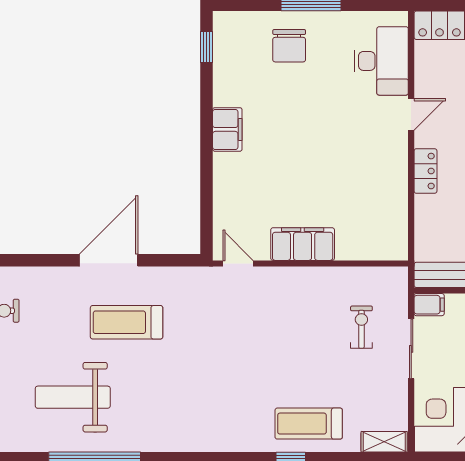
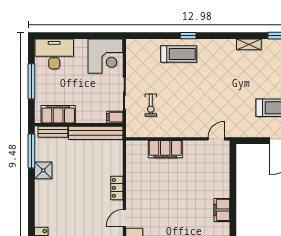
filing cabinet: (303, 244) -> (165, 149), moved
door: (238, 263) -> (216, 139), swing flipped
shelving: (384, 442) -> (249, 44), moved

